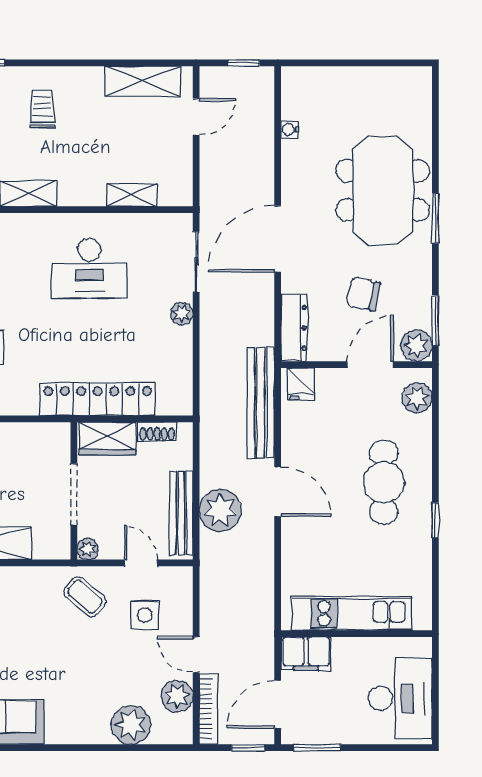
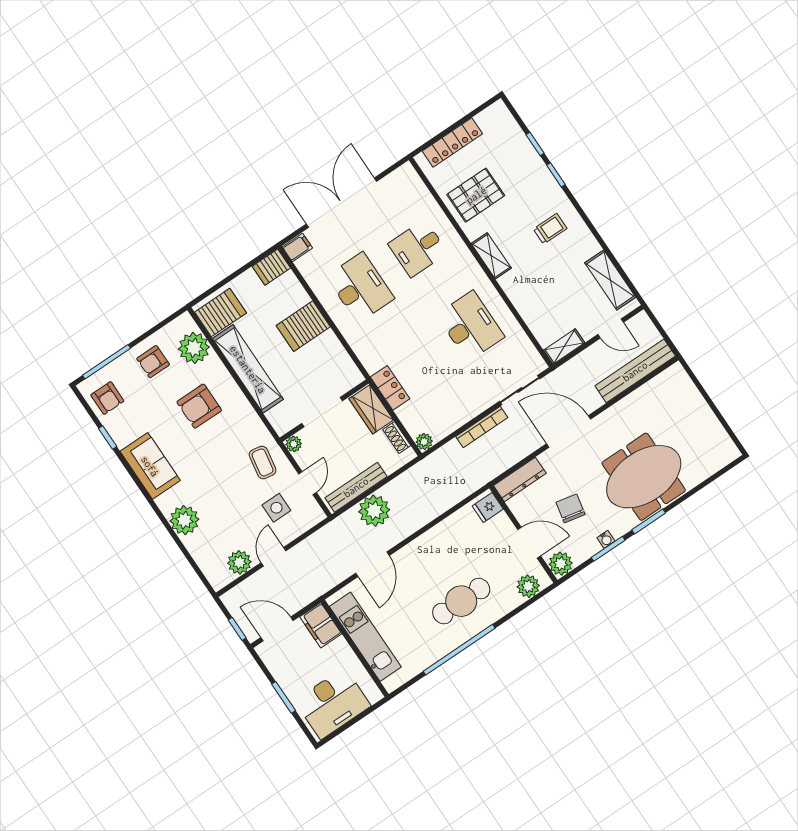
window: (244, 63) -> (665, 336), removed
water cooler: (290, 129) -> (606, 539), moved, turned 180
shelving: (132, 195) -> (564, 347), moved, turned 90
desk: (89, 268) -> (470, 326), turned 180
plant: (182, 313) -> (424, 442), moved
window: (435, 320) -> (608, 549), moved
locker: (98, 399) -> (390, 388), width x0.46, depth x0.83
bench: (261, 403) -> (635, 371), moved
door: (278, 492) -> (372, 564), moved
window: (435, 520) -> (459, 650), width x3.17
coffee table: (85, 597) -> (263, 462), turned -30
bookcase: (209, 709) -> (482, 427), moved
plant: (131, 725) -> (184, 520), moved
window: (317, 748) -> (284, 697), moved

